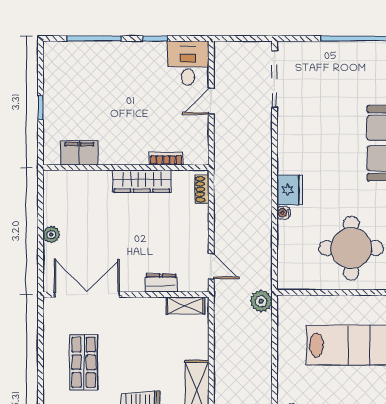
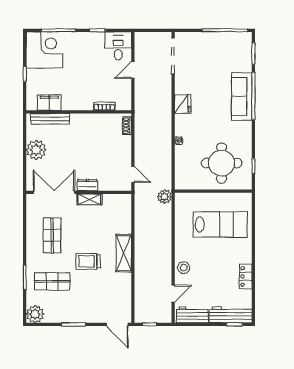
corner desk: (72, 70) -> (44, 50), added
bench: (81, 178) -> (50, 119), added
wardrobe: (142, 181) -> (89, 121), removed
fridge: (290, 190) -> (183, 104), moved
plant: (51, 235) -> (36, 150), width x1.87, depth x1.87
dresser: (161, 283) -> (87, 185), moved
shelving: (186, 305) -> (89, 199), moved

